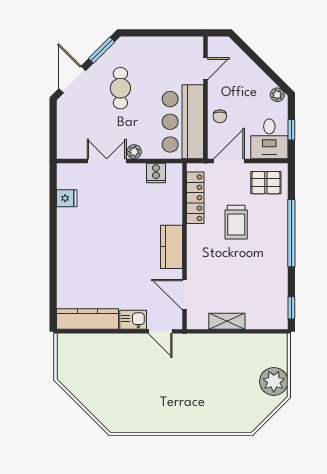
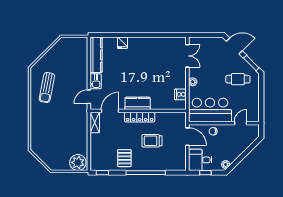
door: (206, 69) -> (241, 123), swing flipped
cafe table: (120, 88) -> (238, 79), moved
double door: (107, 161) -> (187, 56), moved
pallet: (266, 183) -> (124, 158), moved
fridge: (67, 198) -> (122, 43), moved
locker: (195, 198) -> (140, 117), moved
shelving: (227, 321) -> (95, 122), moved
plant: (274, 381) -> (78, 162), moved
sun lounger: (144, 404) -> (47, 88), added

